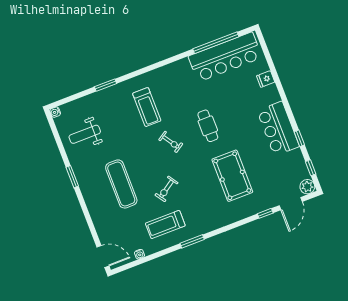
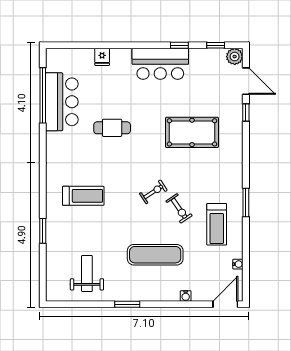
bar counter: (225, 57) -> (62, 102), width x0.73
water cooler: (55, 112) -> (186, 296), moved
cafe table: (208, 126) -> (112, 128), moved
weight bench: (85, 134) -> (87, 273), turned 180
exercise bike: (171, 142) -> (153, 192), moved

